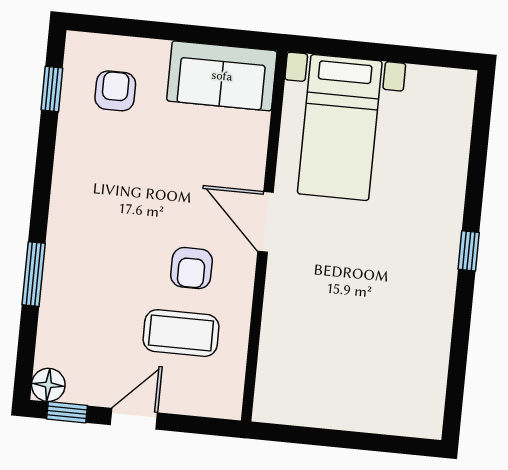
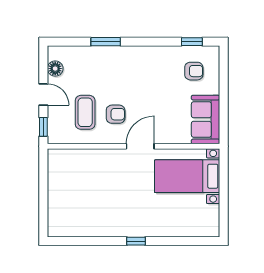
armchair: (191, 268) -> (116, 114), turned 180
floor lamp: (48, 385) -> (55, 69), moved
window: (67, 412) -> (43, 127), moved

